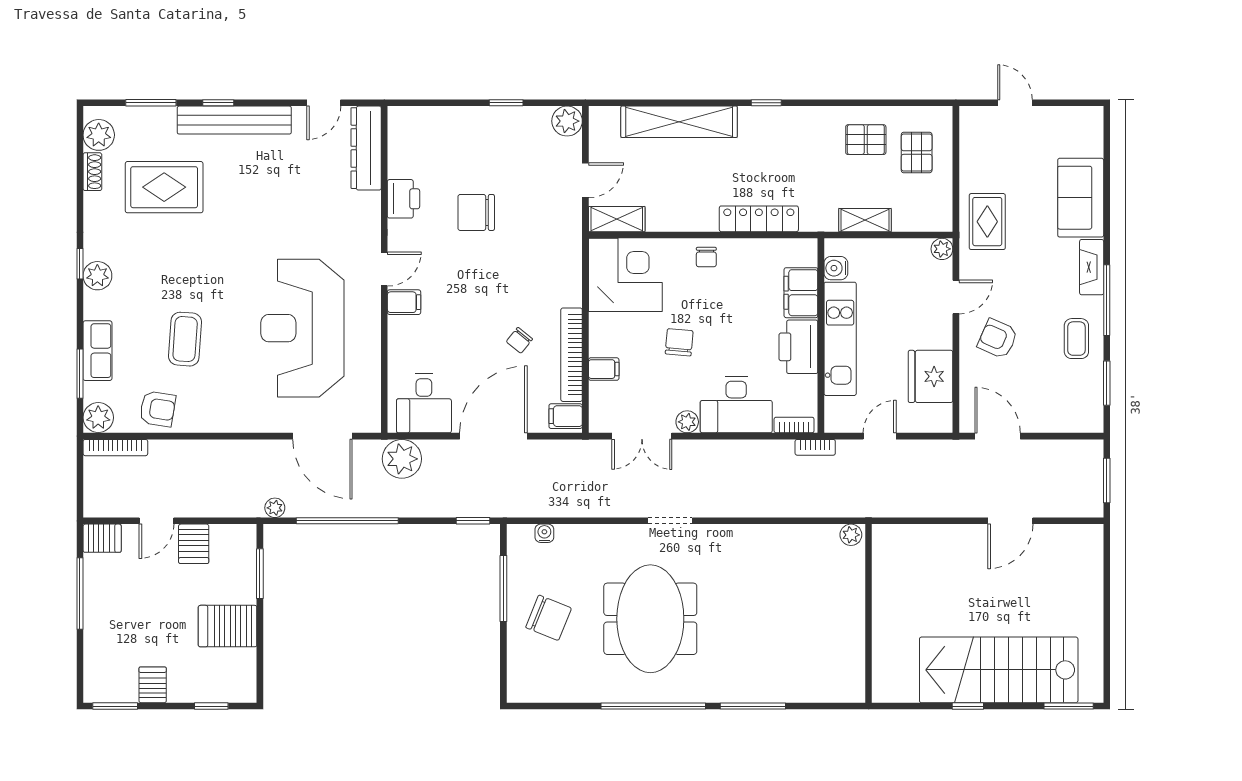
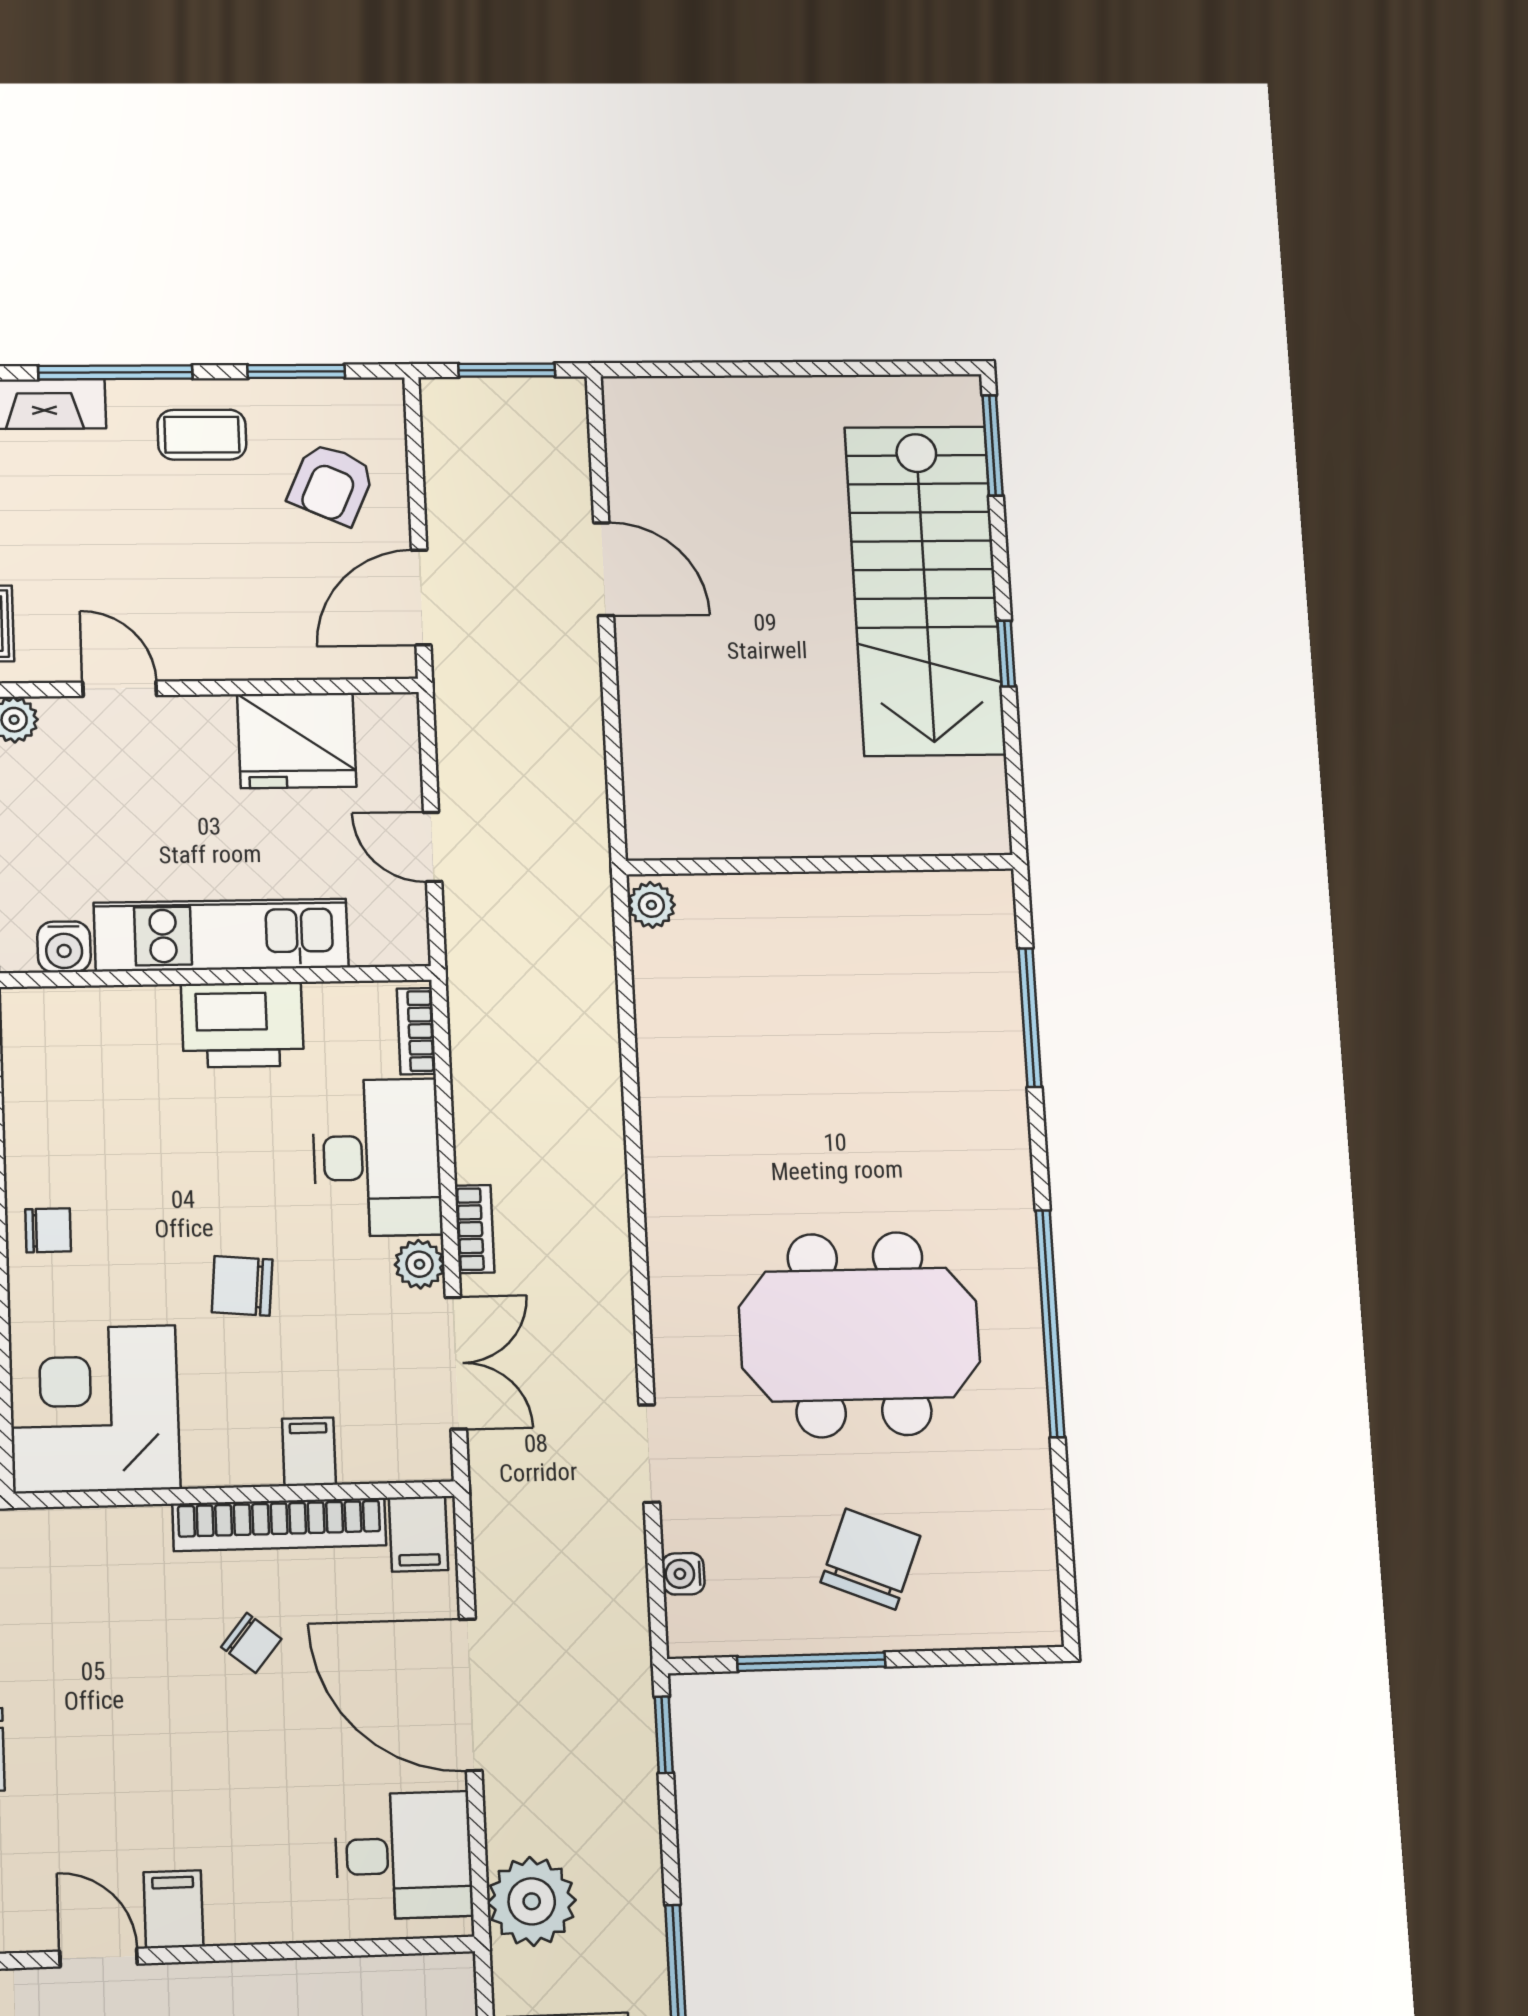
filing cabinet: (801, 293) -> (121, 1021), removed
armchair: (998, 339) -> (331, 484), moved
bookcase: (815, 447) -> (475, 1229), moved
doorway: (670, 521) -> (649, 1454), moved
window: (753, 706) -> (1030, 1018), moved

